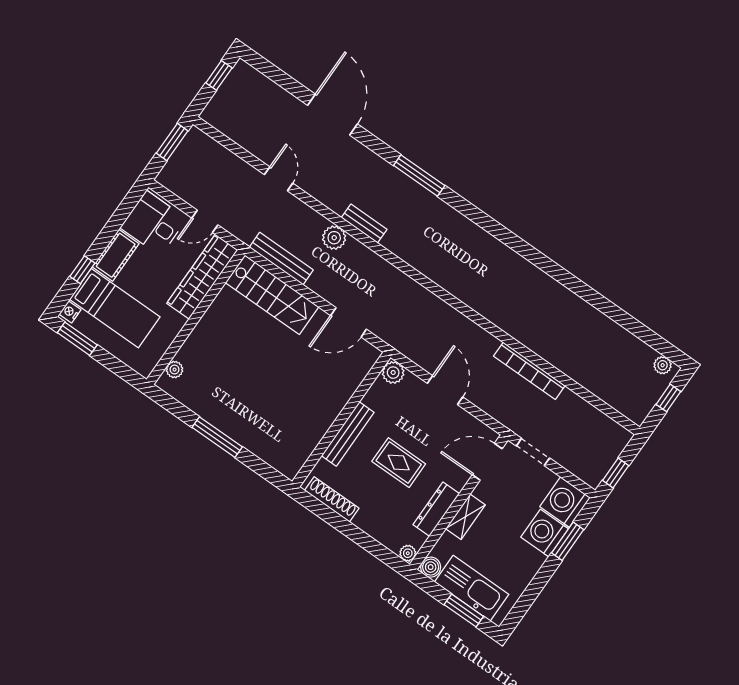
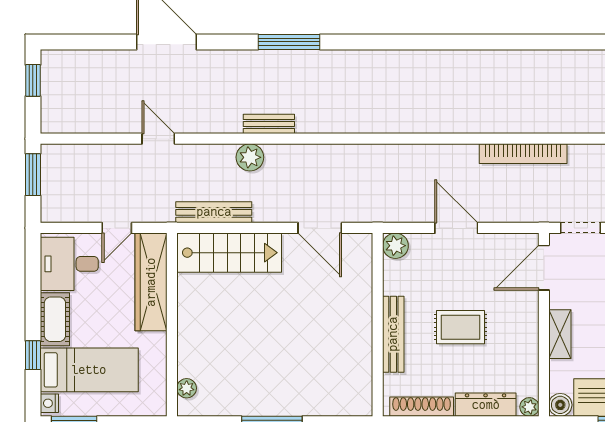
door: (349, 322) -> (320, 228), hinge flipped
dresser: (436, 509) -> (486, 405), moved, turned 90

